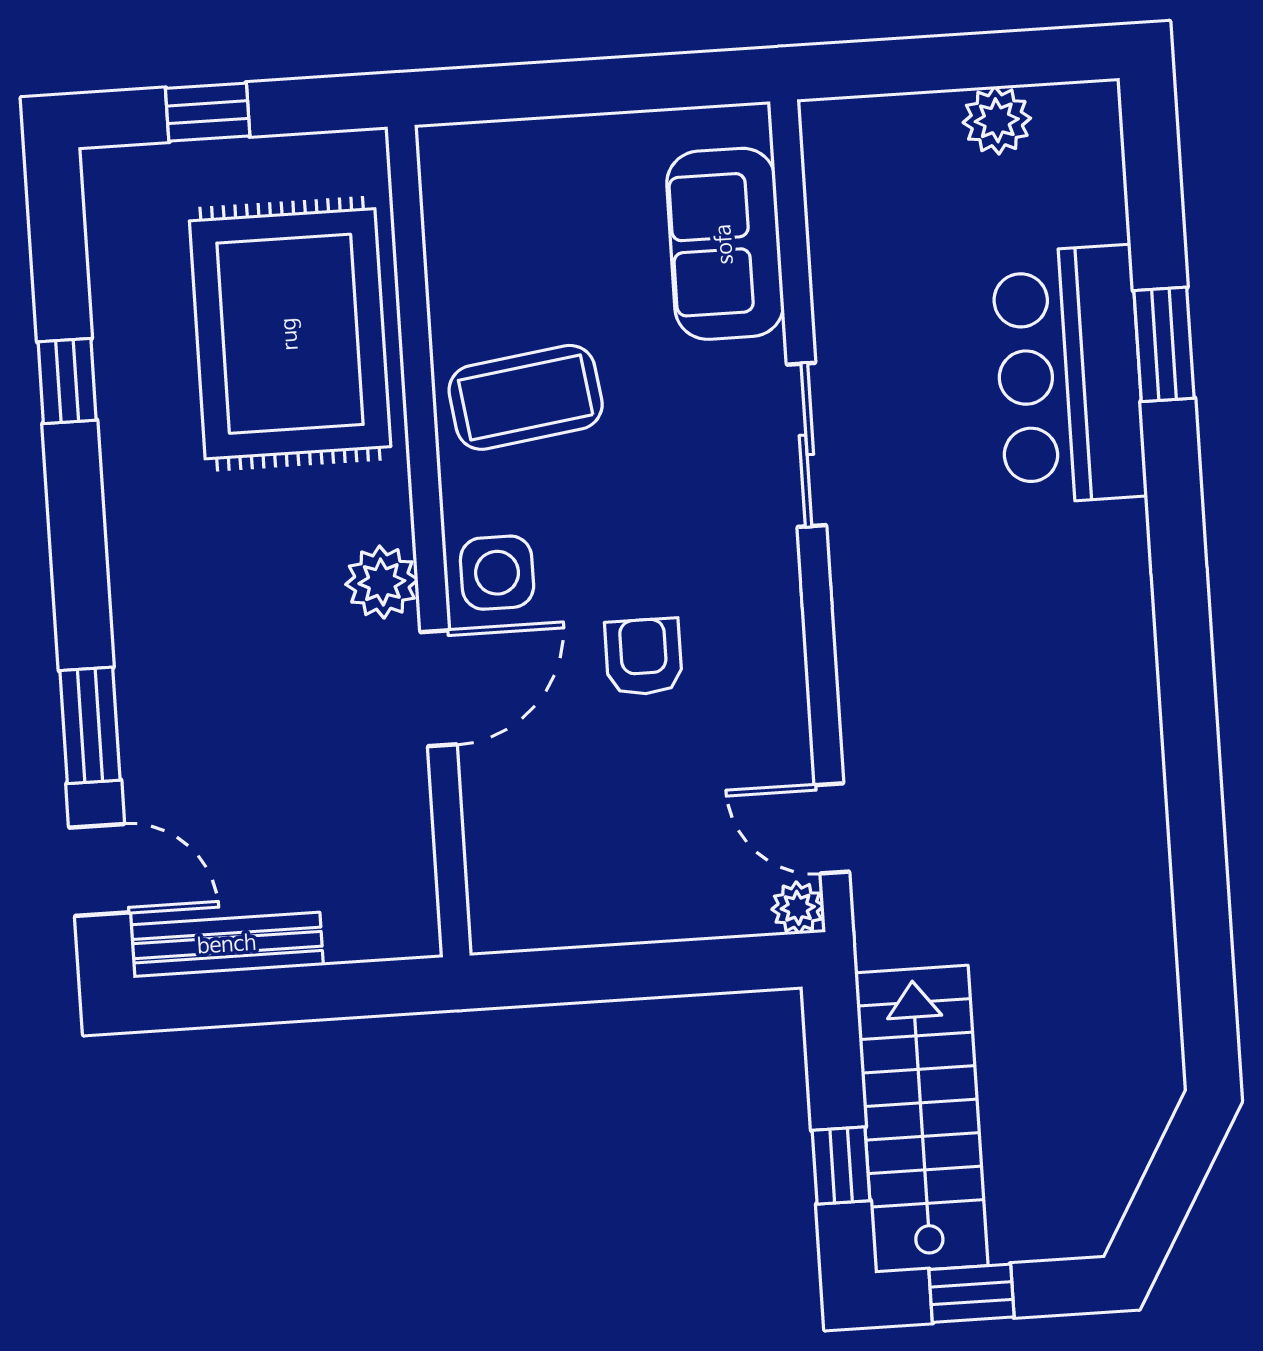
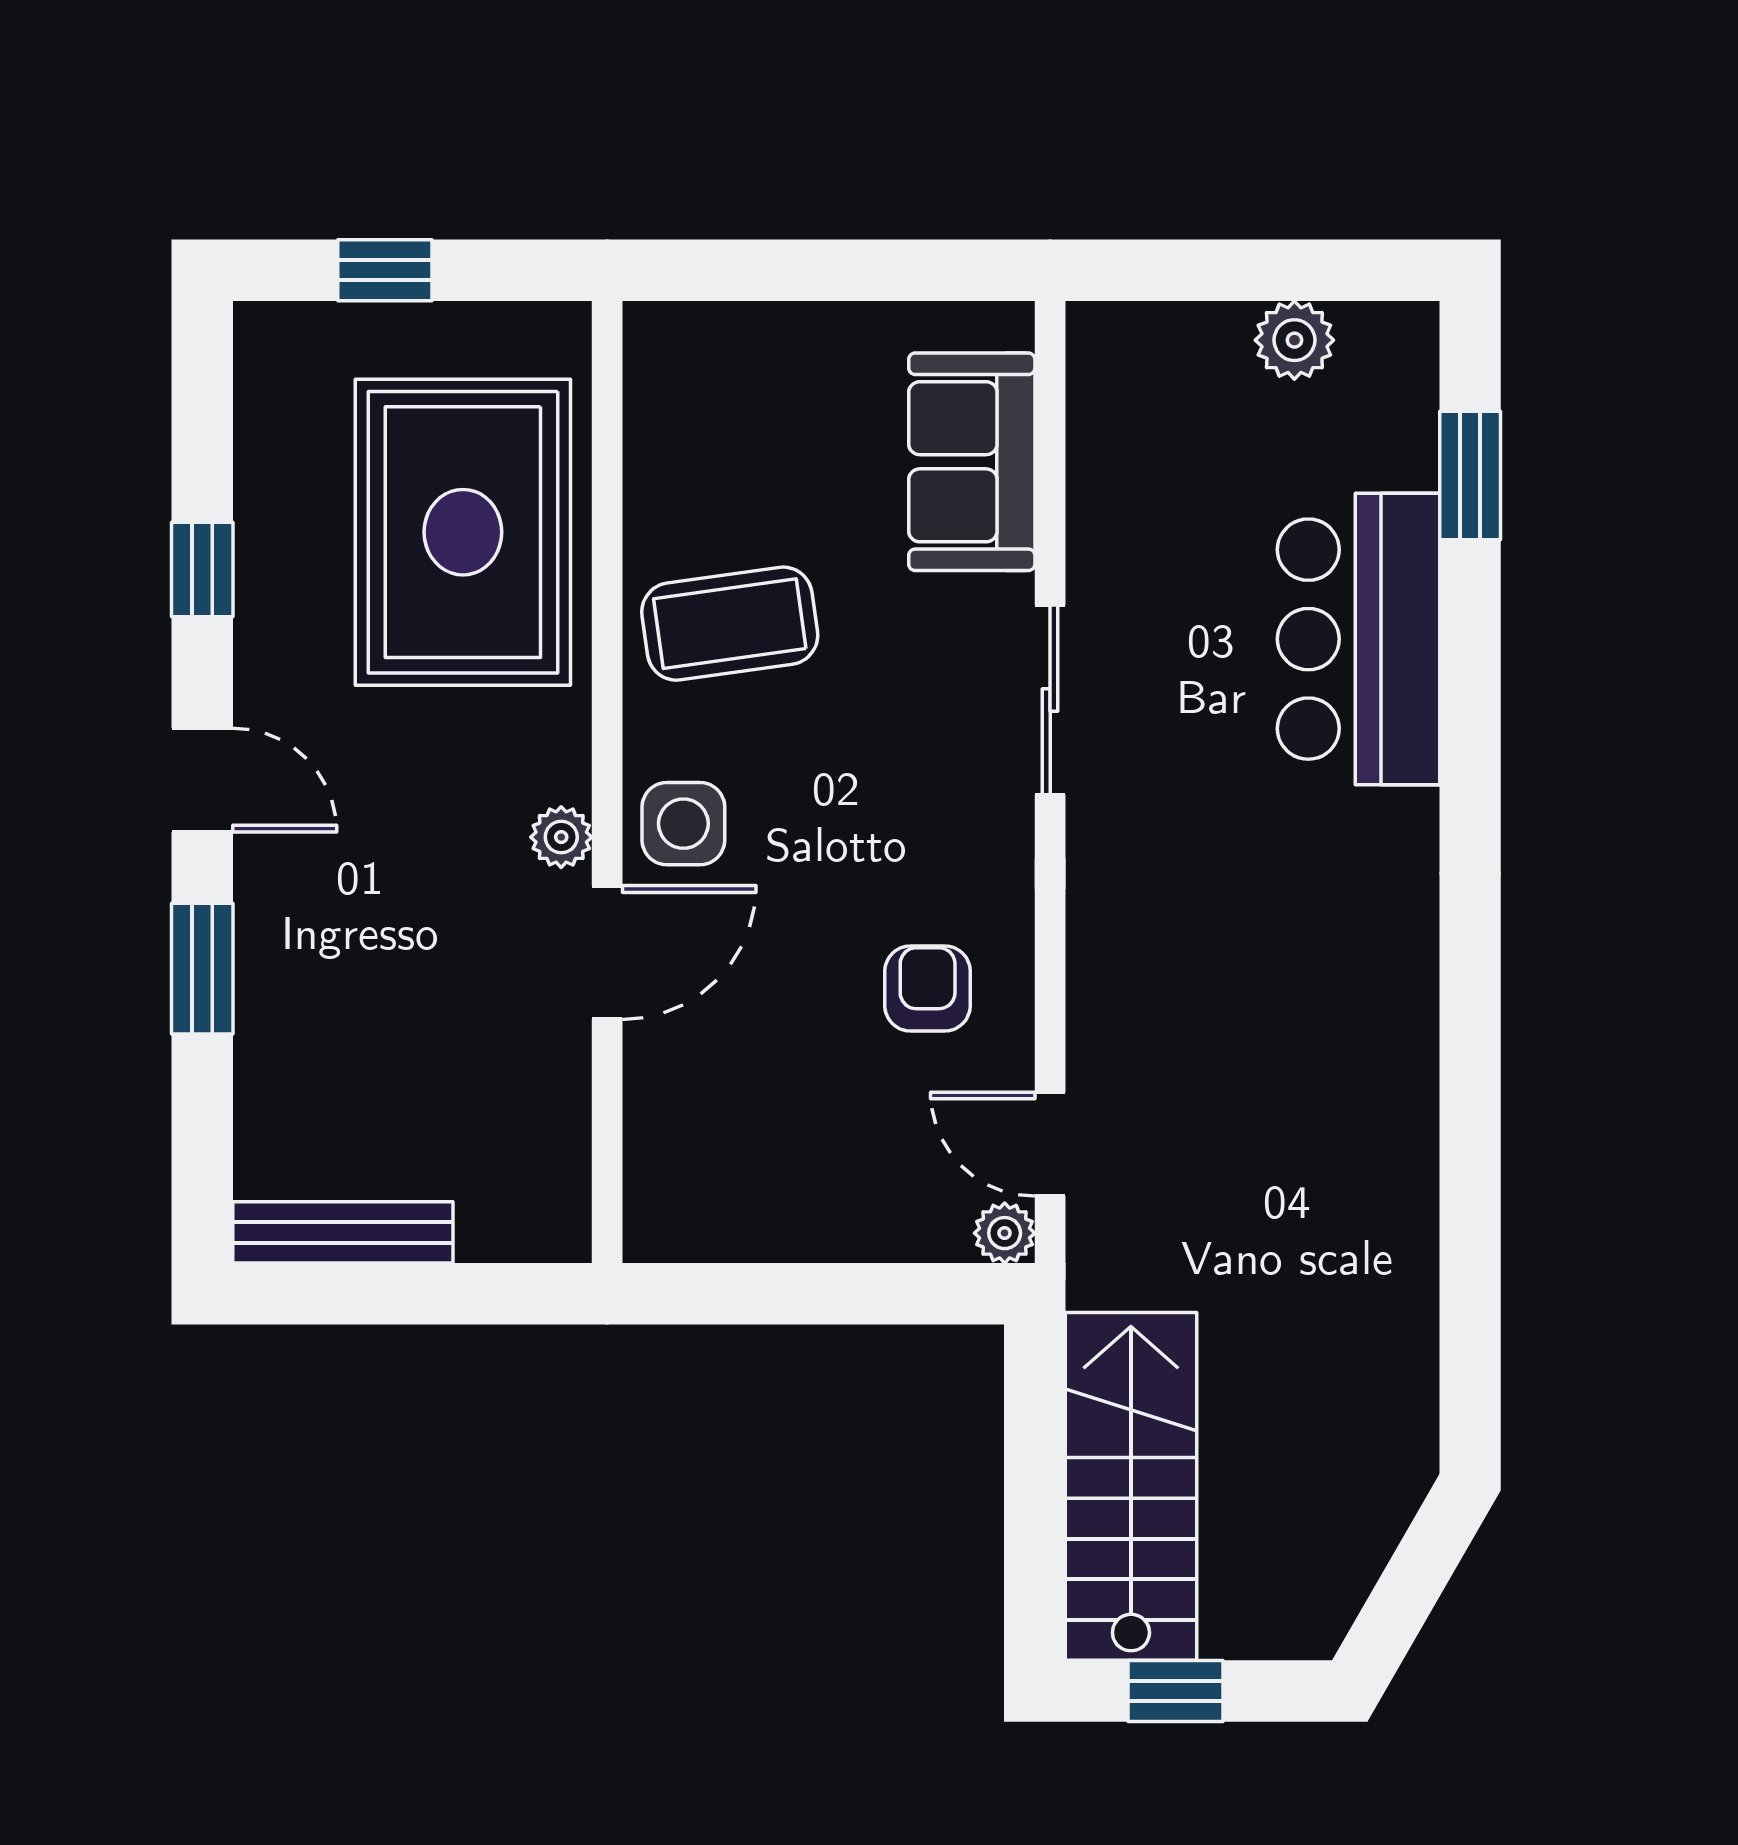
window: (1164, 344) -> (1470, 476), moved
plant: (382, 582) -> (561, 837), width x0.73, depth x0.73
armchair: (644, 657) -> (928, 988), moved
door: (100, 870) -> (202, 780), moved
window: (841, 1165) -> (1035, 1534), removed

